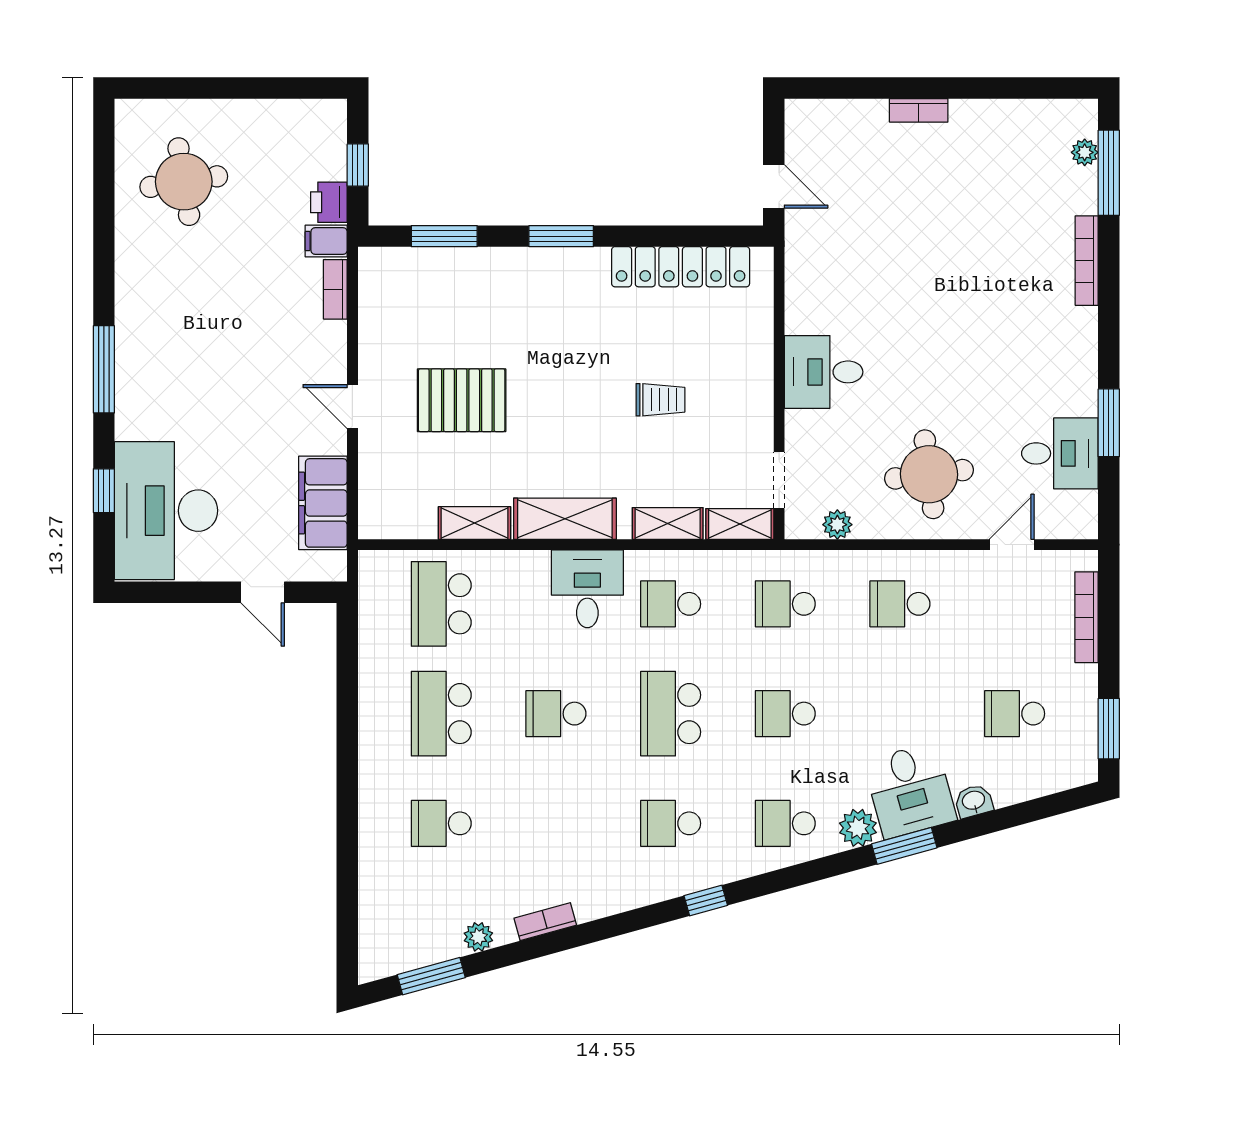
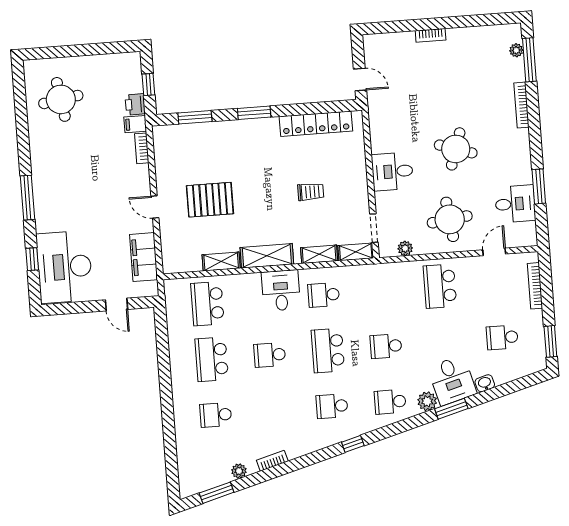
round table: (951, 337) -> (456, 149), added
school desk: (785, 604) -> (382, 291), removed
school desk: (900, 604) -> (440, 286), width x1.85

